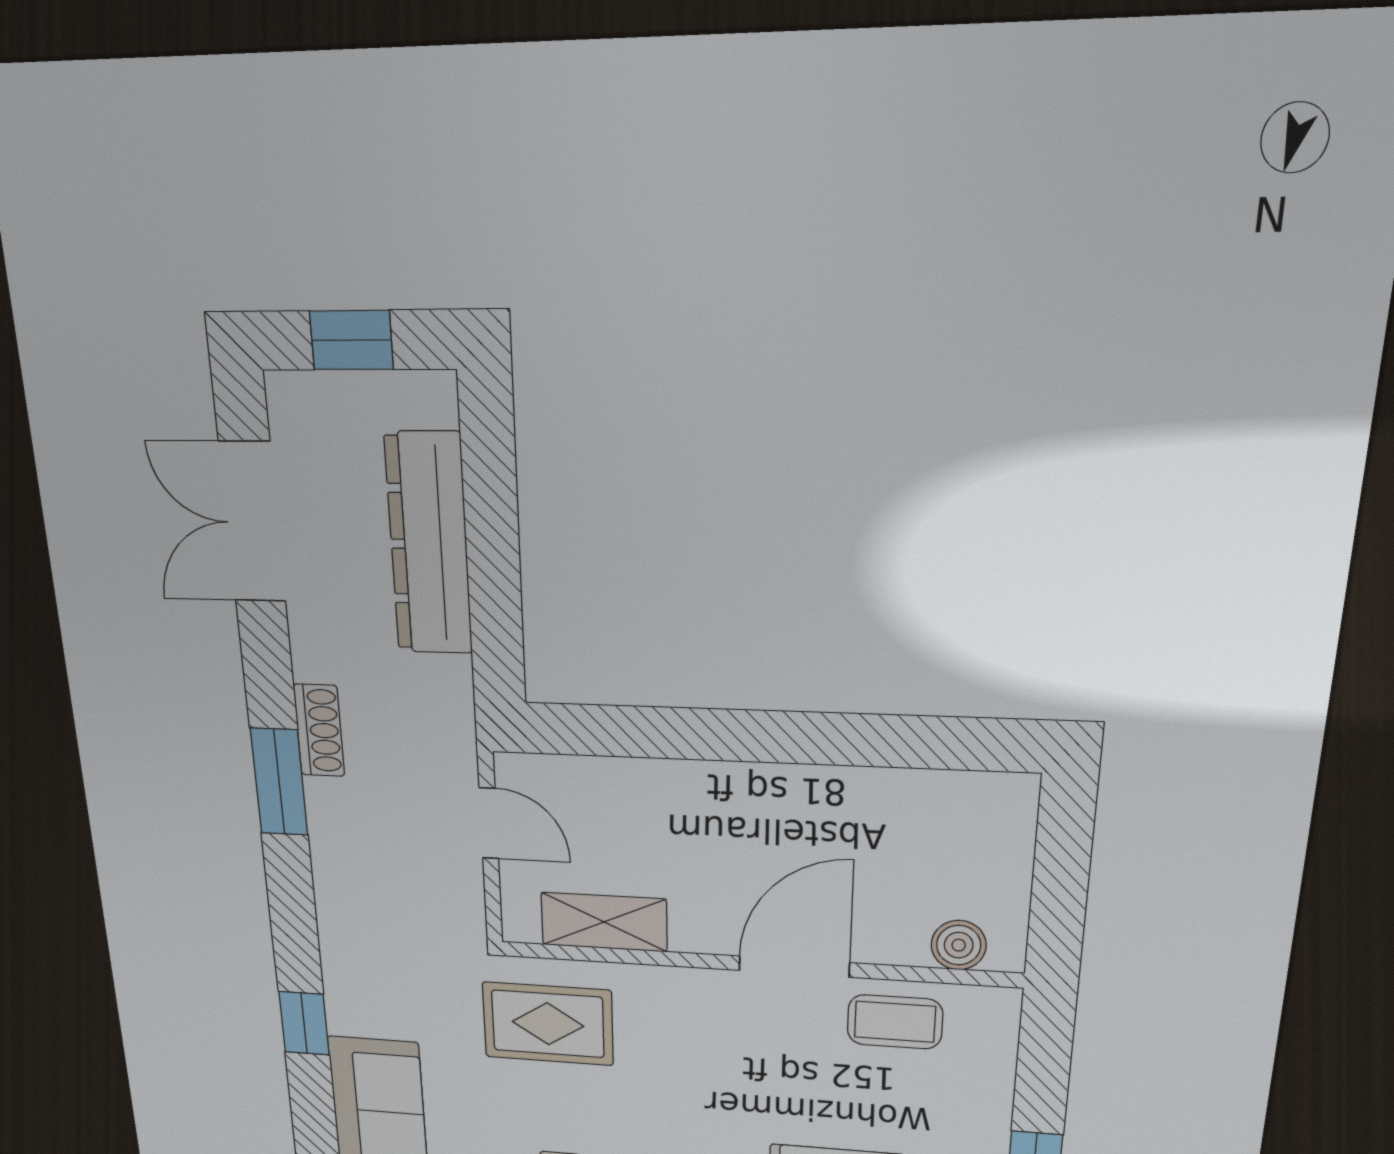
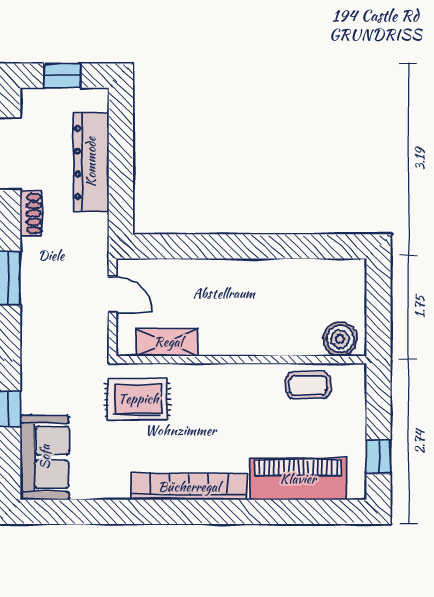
shoe rack: (319, 730) -> (31, 214), moved
boiler: (959, 945) -> (340, 339), width x1.36, depth x1.36
door: (794, 967) -> (260, 360), removed

